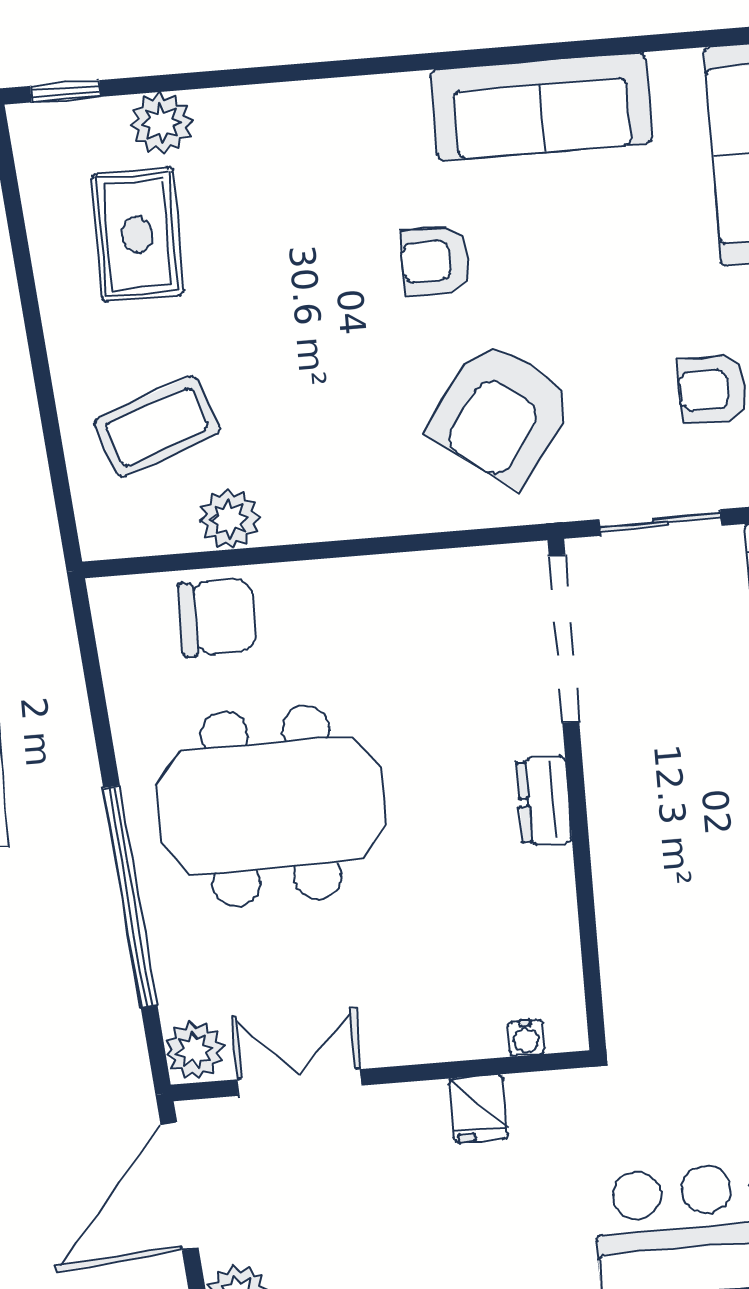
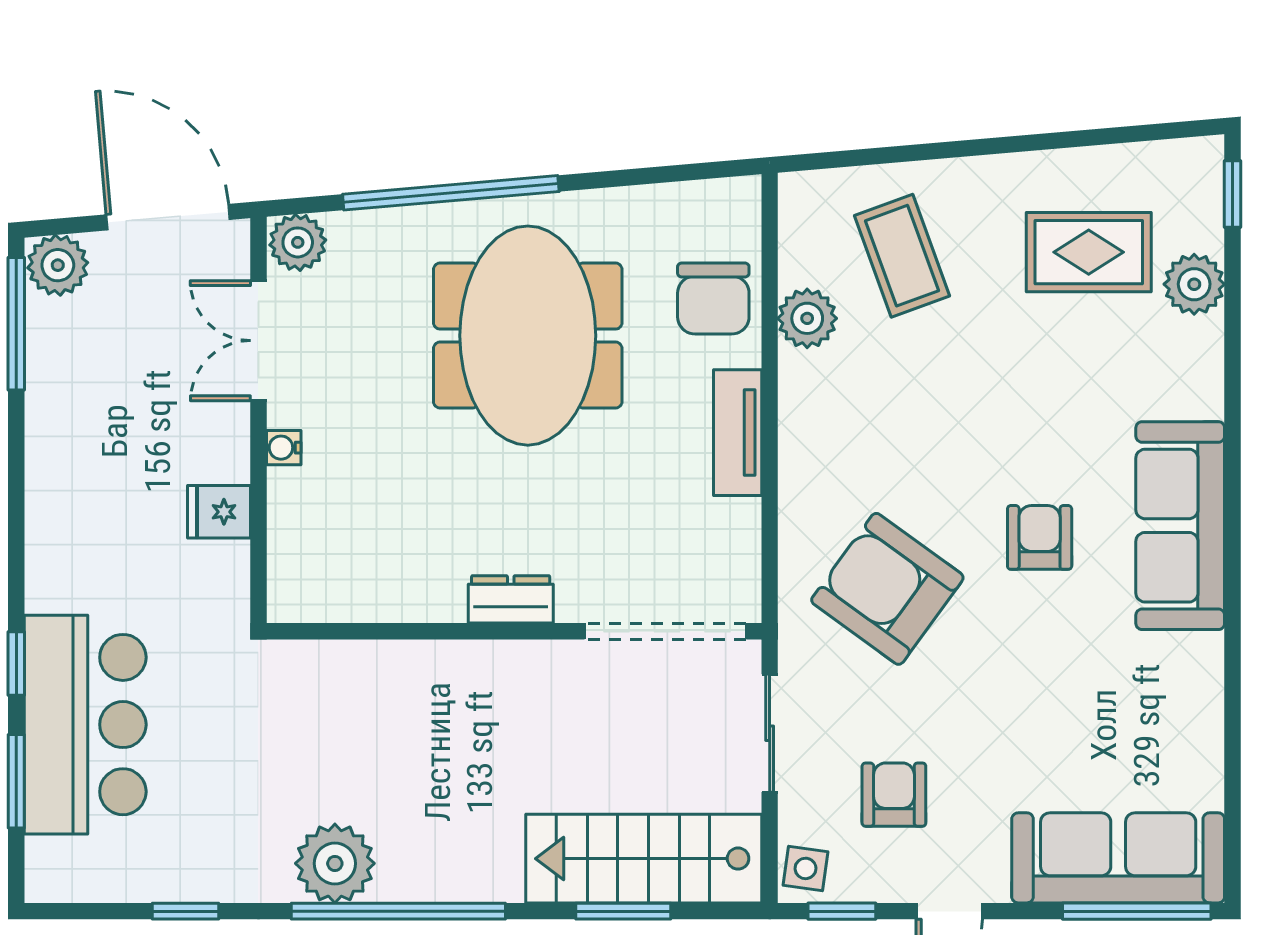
sofa: (541, 106) -> (1180, 526), moved
tv unit: (353, 581) -> (738, 433), added
water cooler: (526, 1038) -> (284, 448), moved
double door: (299, 1082) -> (258, 341), swing flipped

